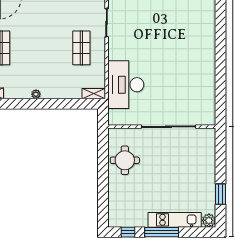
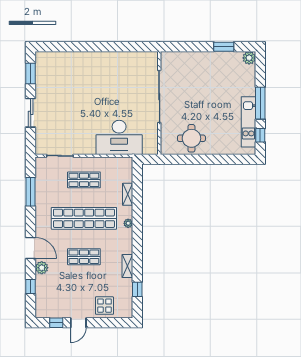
shop shelf: (41, 48) -> (84, 218), added
shelving: (94, 94) -> (128, 194), moved
kitchen unit: (175, 220) -> (248, 122), moved

